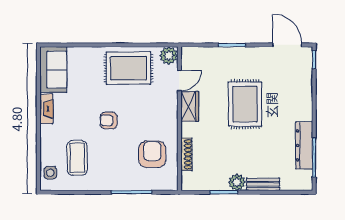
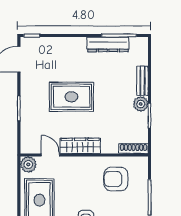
wardrobe: (190, 106) -> (80, 146), width x1.50
shoe rack: (187, 154) -> (134, 149), moved

